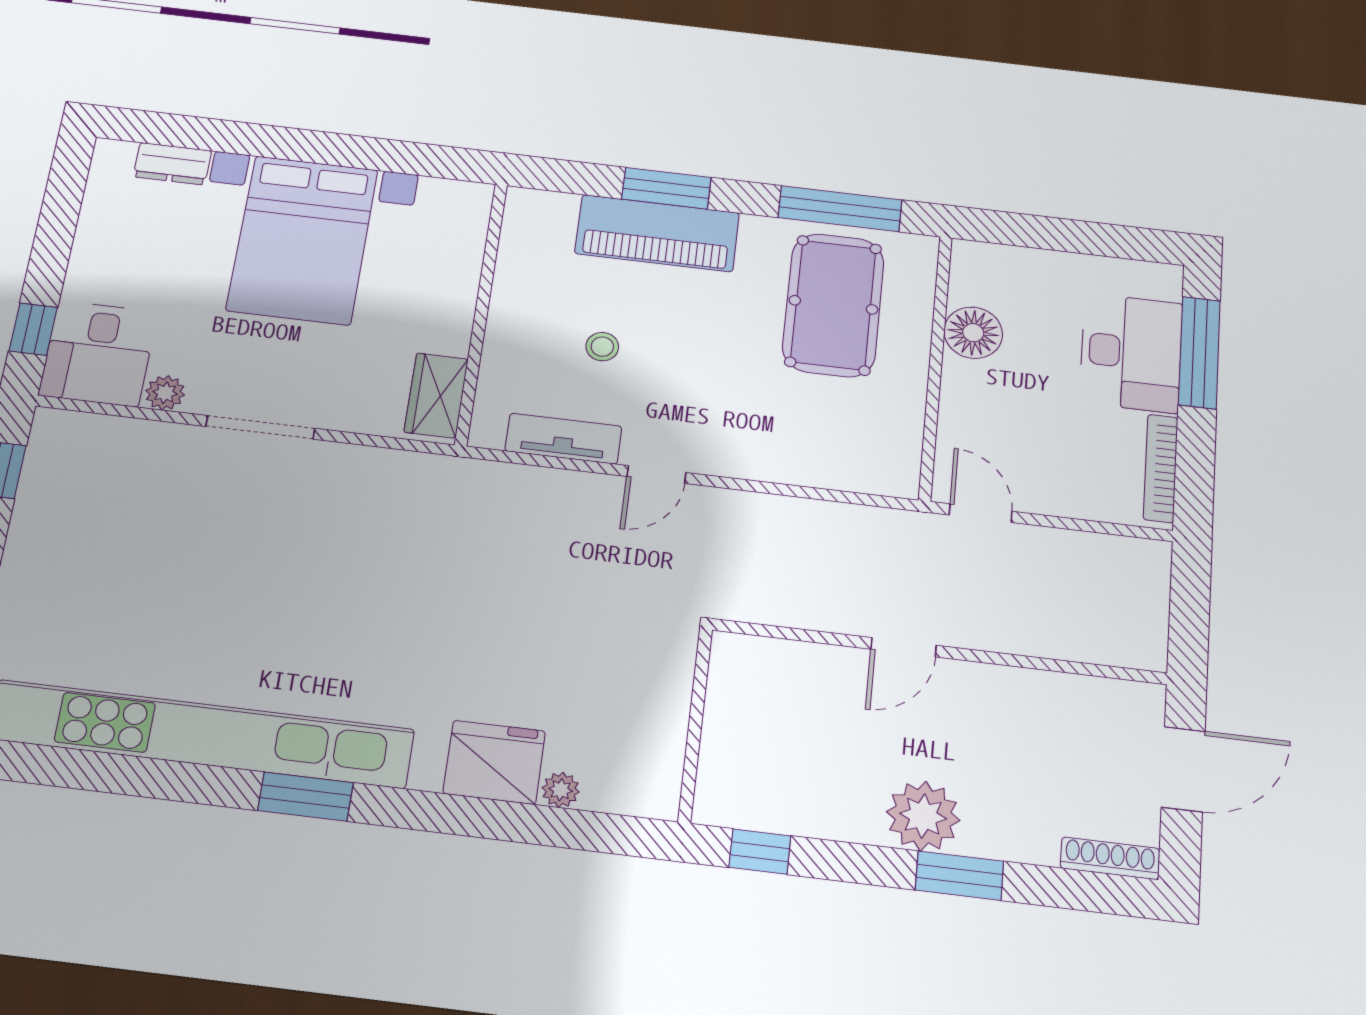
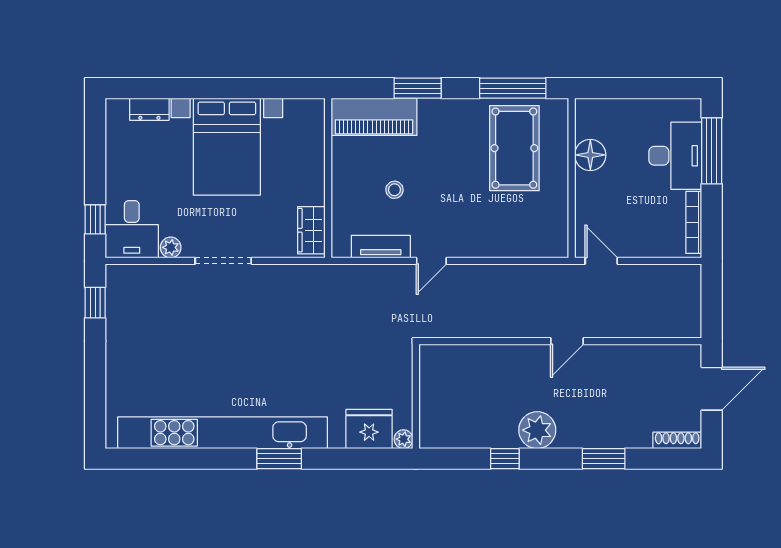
piano: (657, 233) -> (374, 117), moved
wall: (695, 725) -> (416, 396), moved
plant: (923, 816) -> (537, 430), moved

